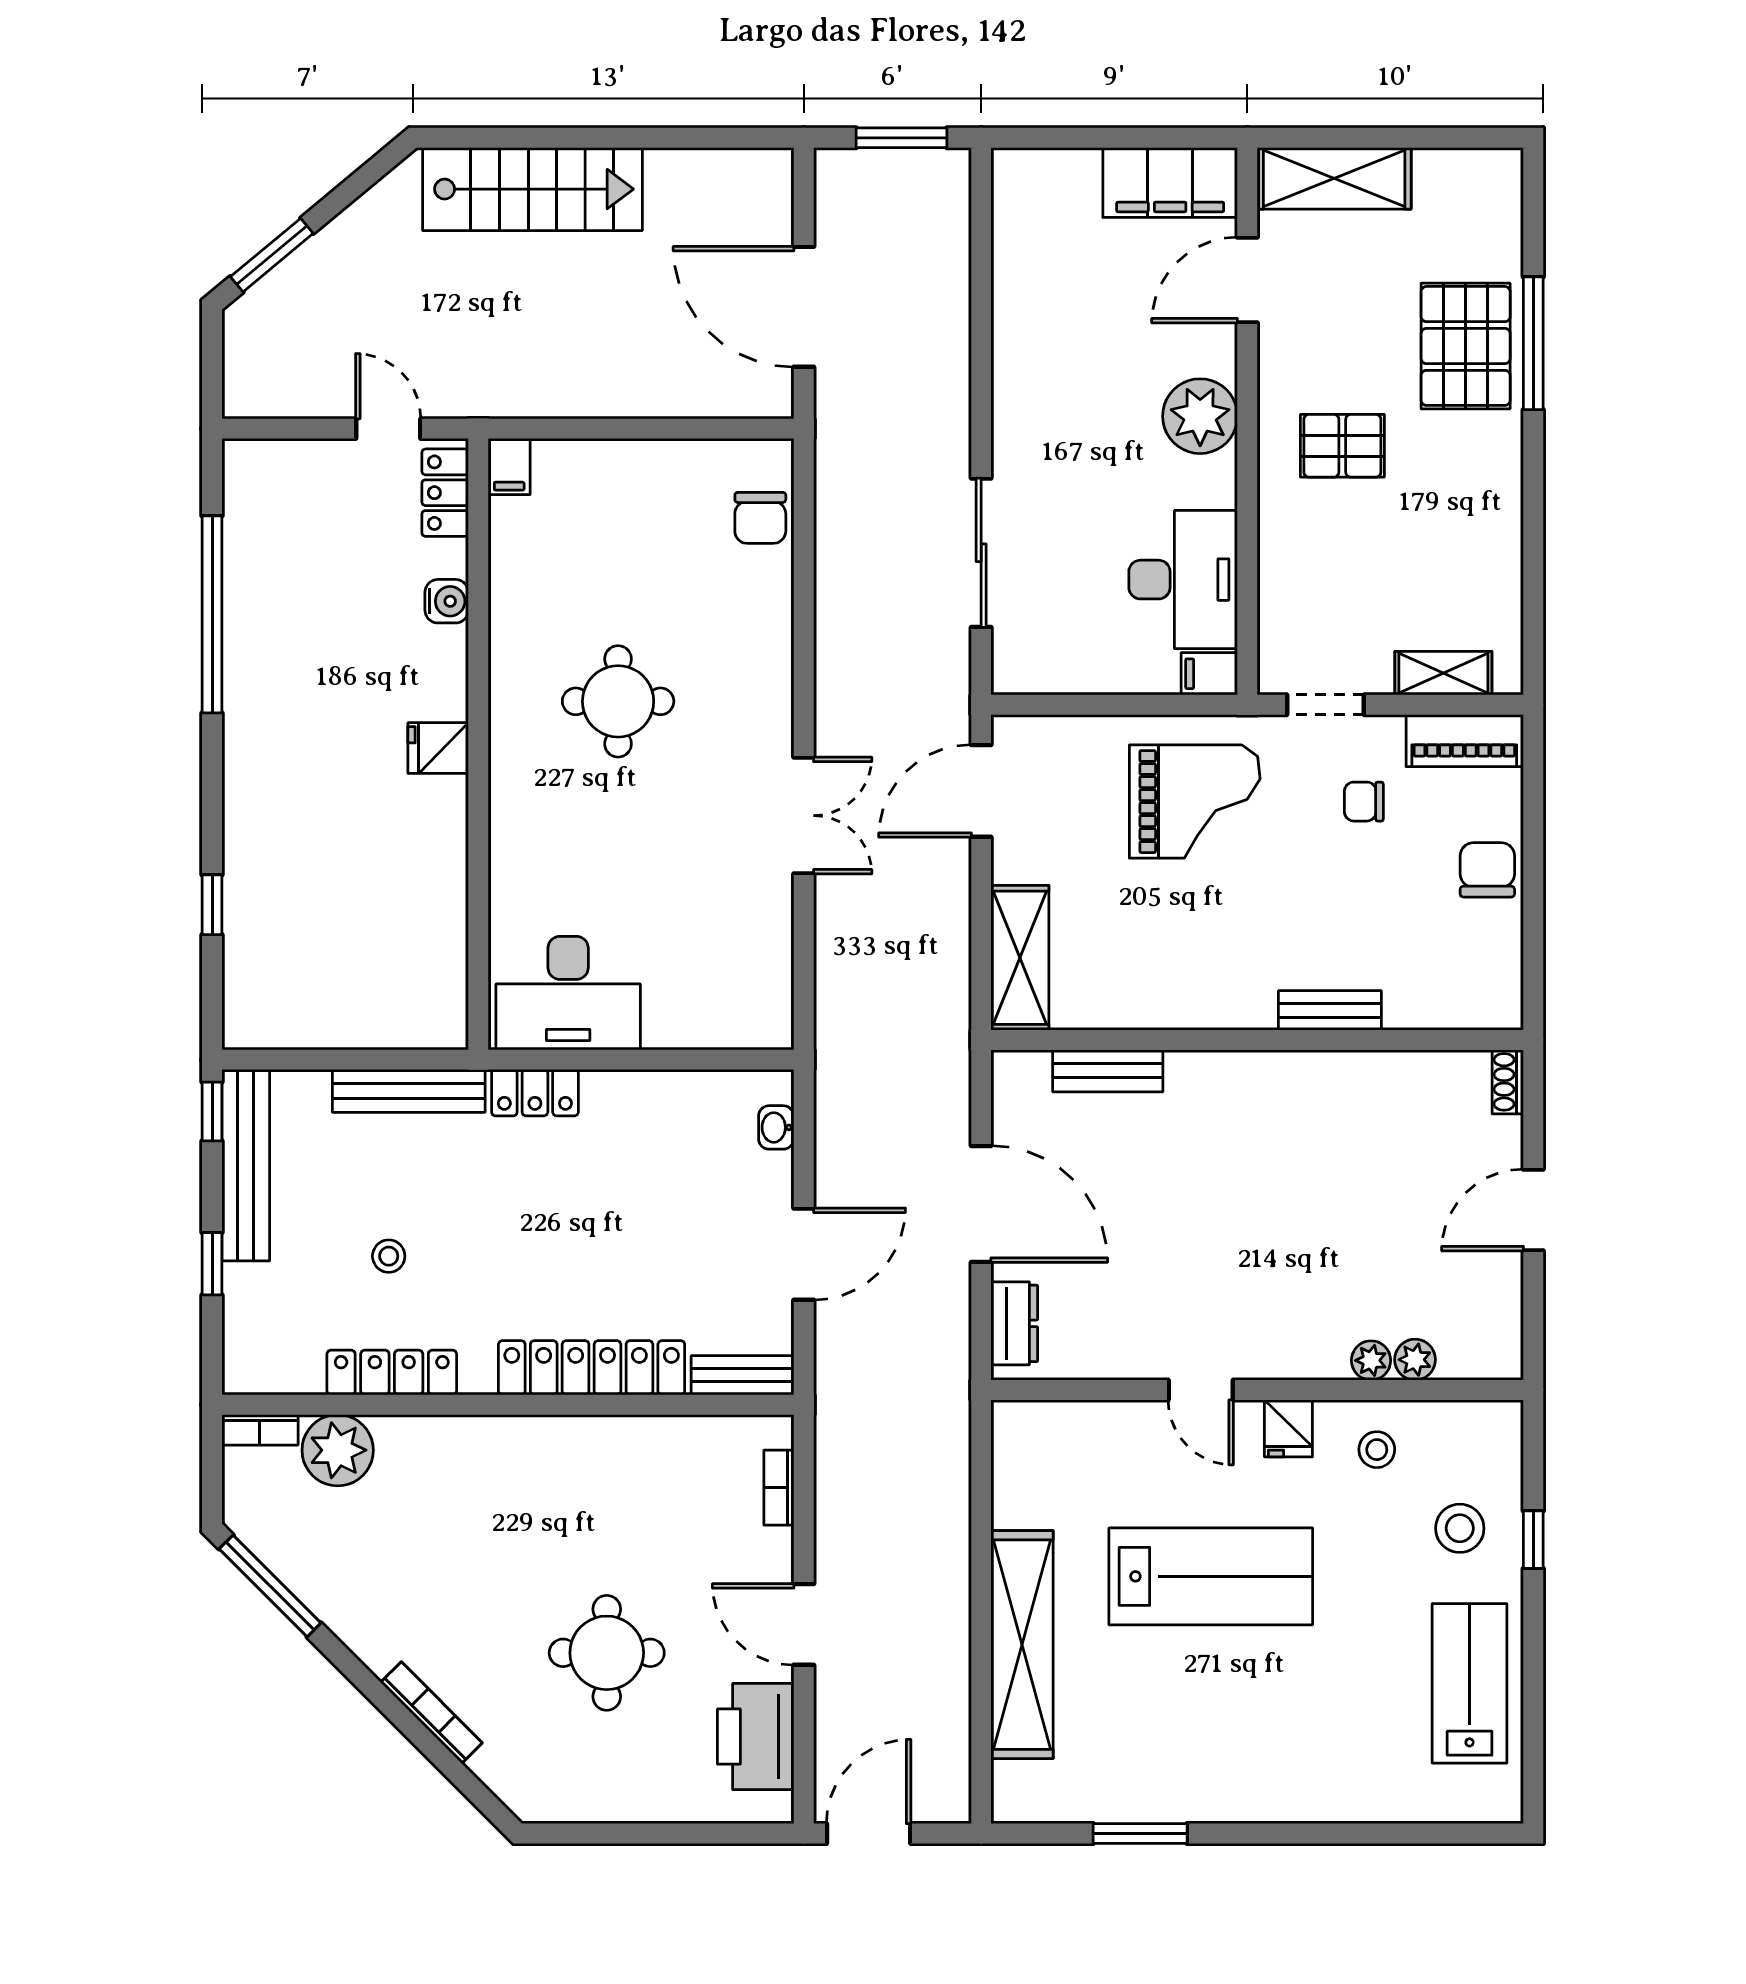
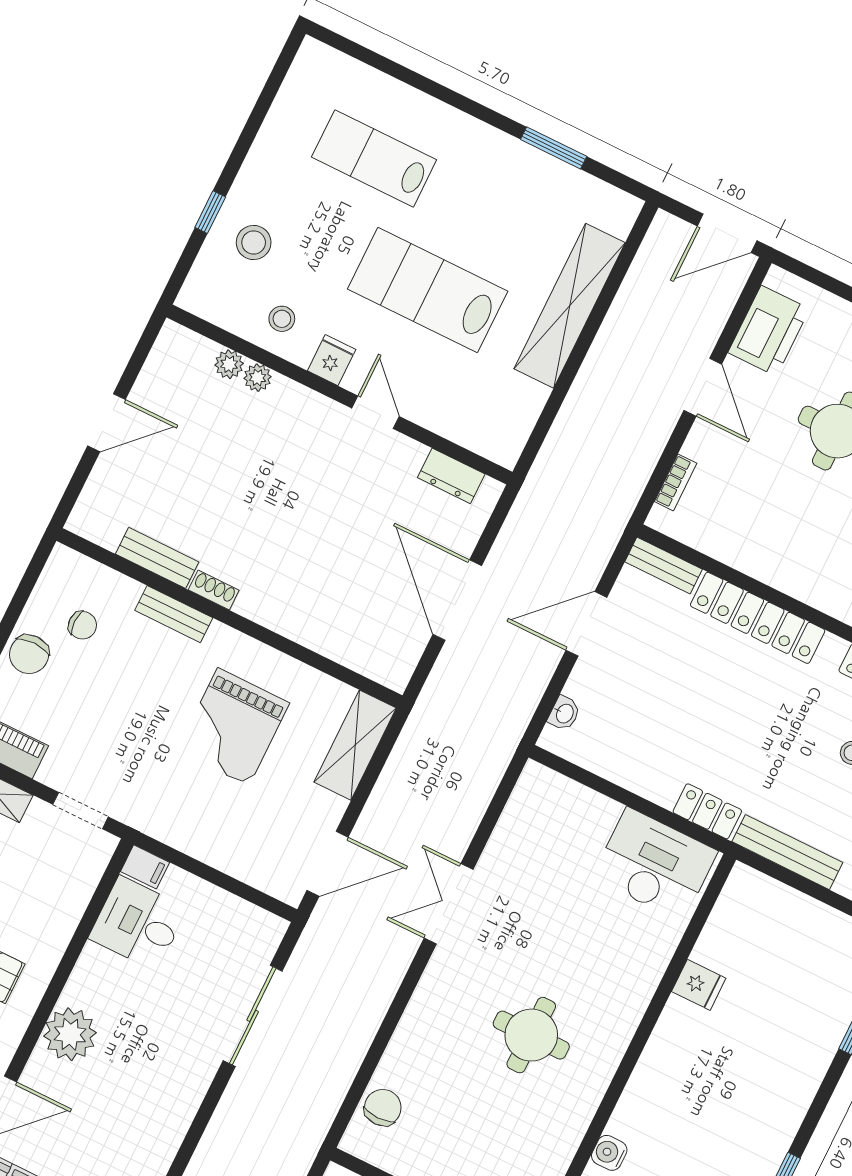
desk: (1183, 580) -> (138, 923), width x0.73
fridge: (438, 748) -> (699, 985), moved
grand piano: (1195, 802) -> (233, 727), moved, turned -90
chair: (1364, 802) -> (82, 625), moved
bench: (1108, 1071) -> (157, 558), moved
shoe rack: (1508, 1082) -> (214, 590), moved, turned -90
dresser: (1014, 1323) -> (451, 476), moved, turned -90
lab bench: (1470, 1683) -> (374, 158), moved, turned 90

